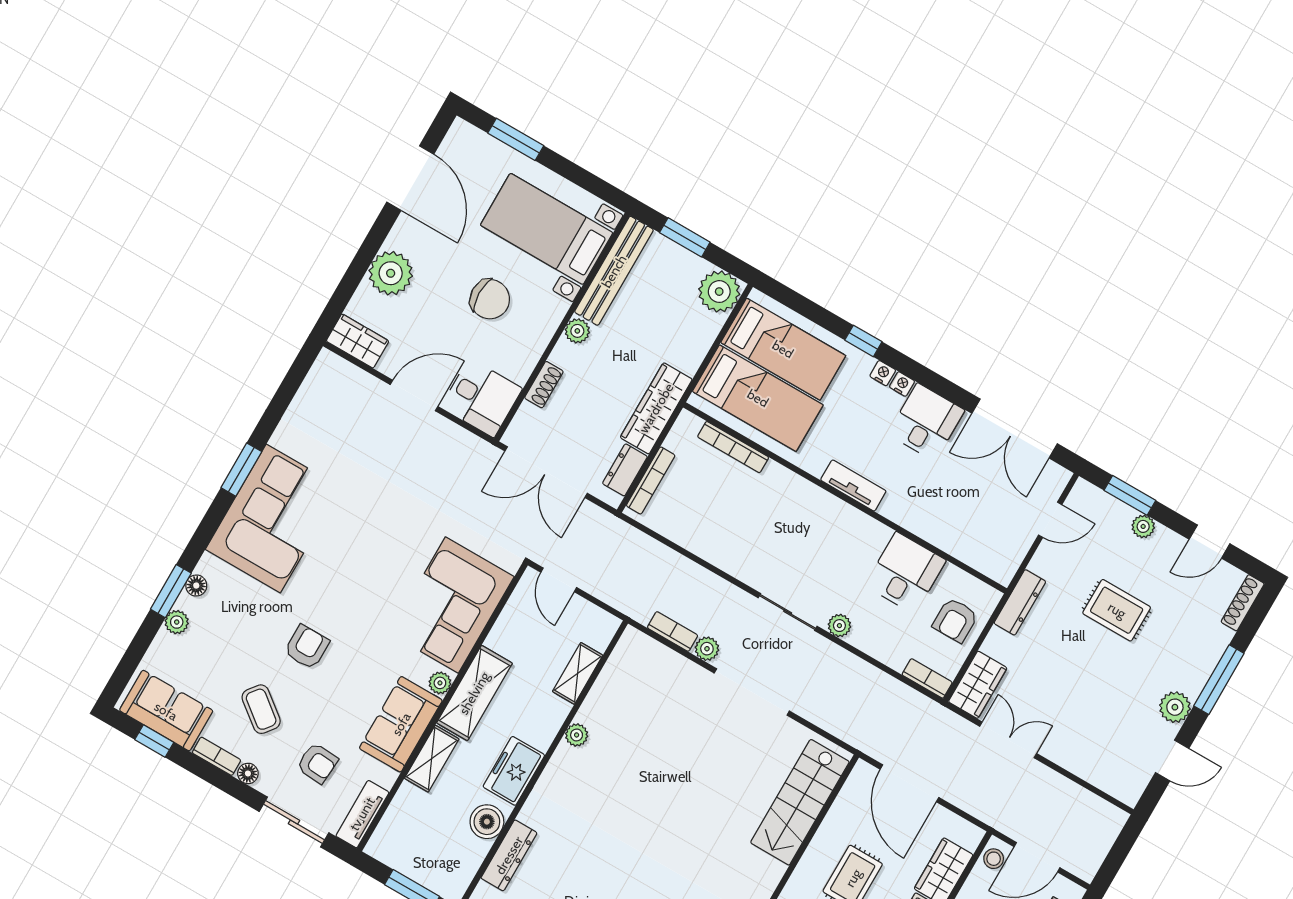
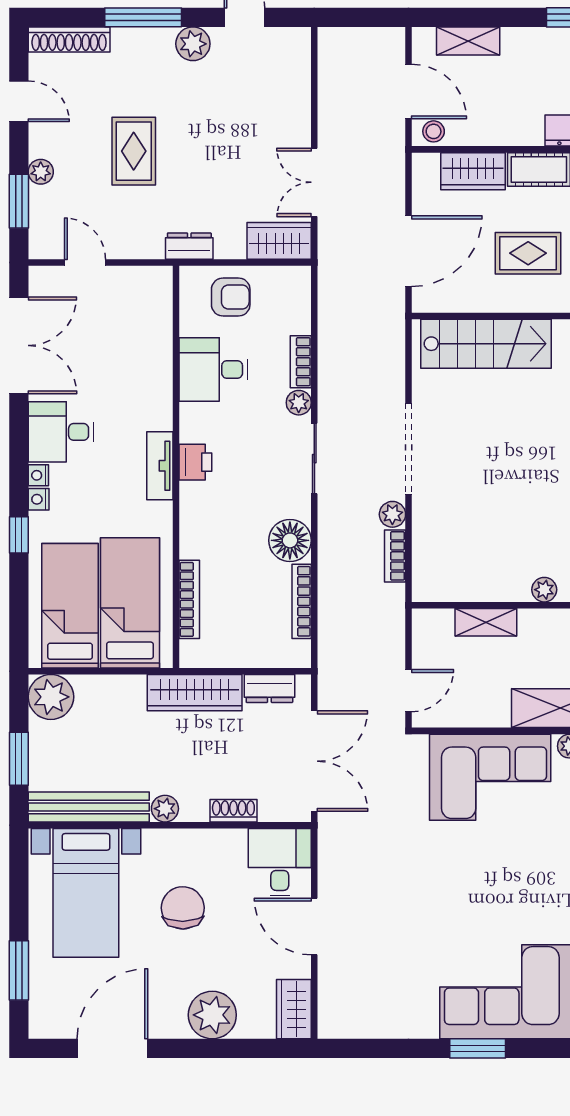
bookcase: (651, 480) -> (302, 601), moved, turned -90
printer: (840, 516) -> (195, 462), added
floor lamp: (734, 555) -> (290, 540), added
dresser: (1020, 602) -> (189, 246), width x0.70
shoe rack: (1243, 603) -> (69, 39), width x1.36, depth x1.24
bookcase: (927, 678) -> (301, 362), moved

